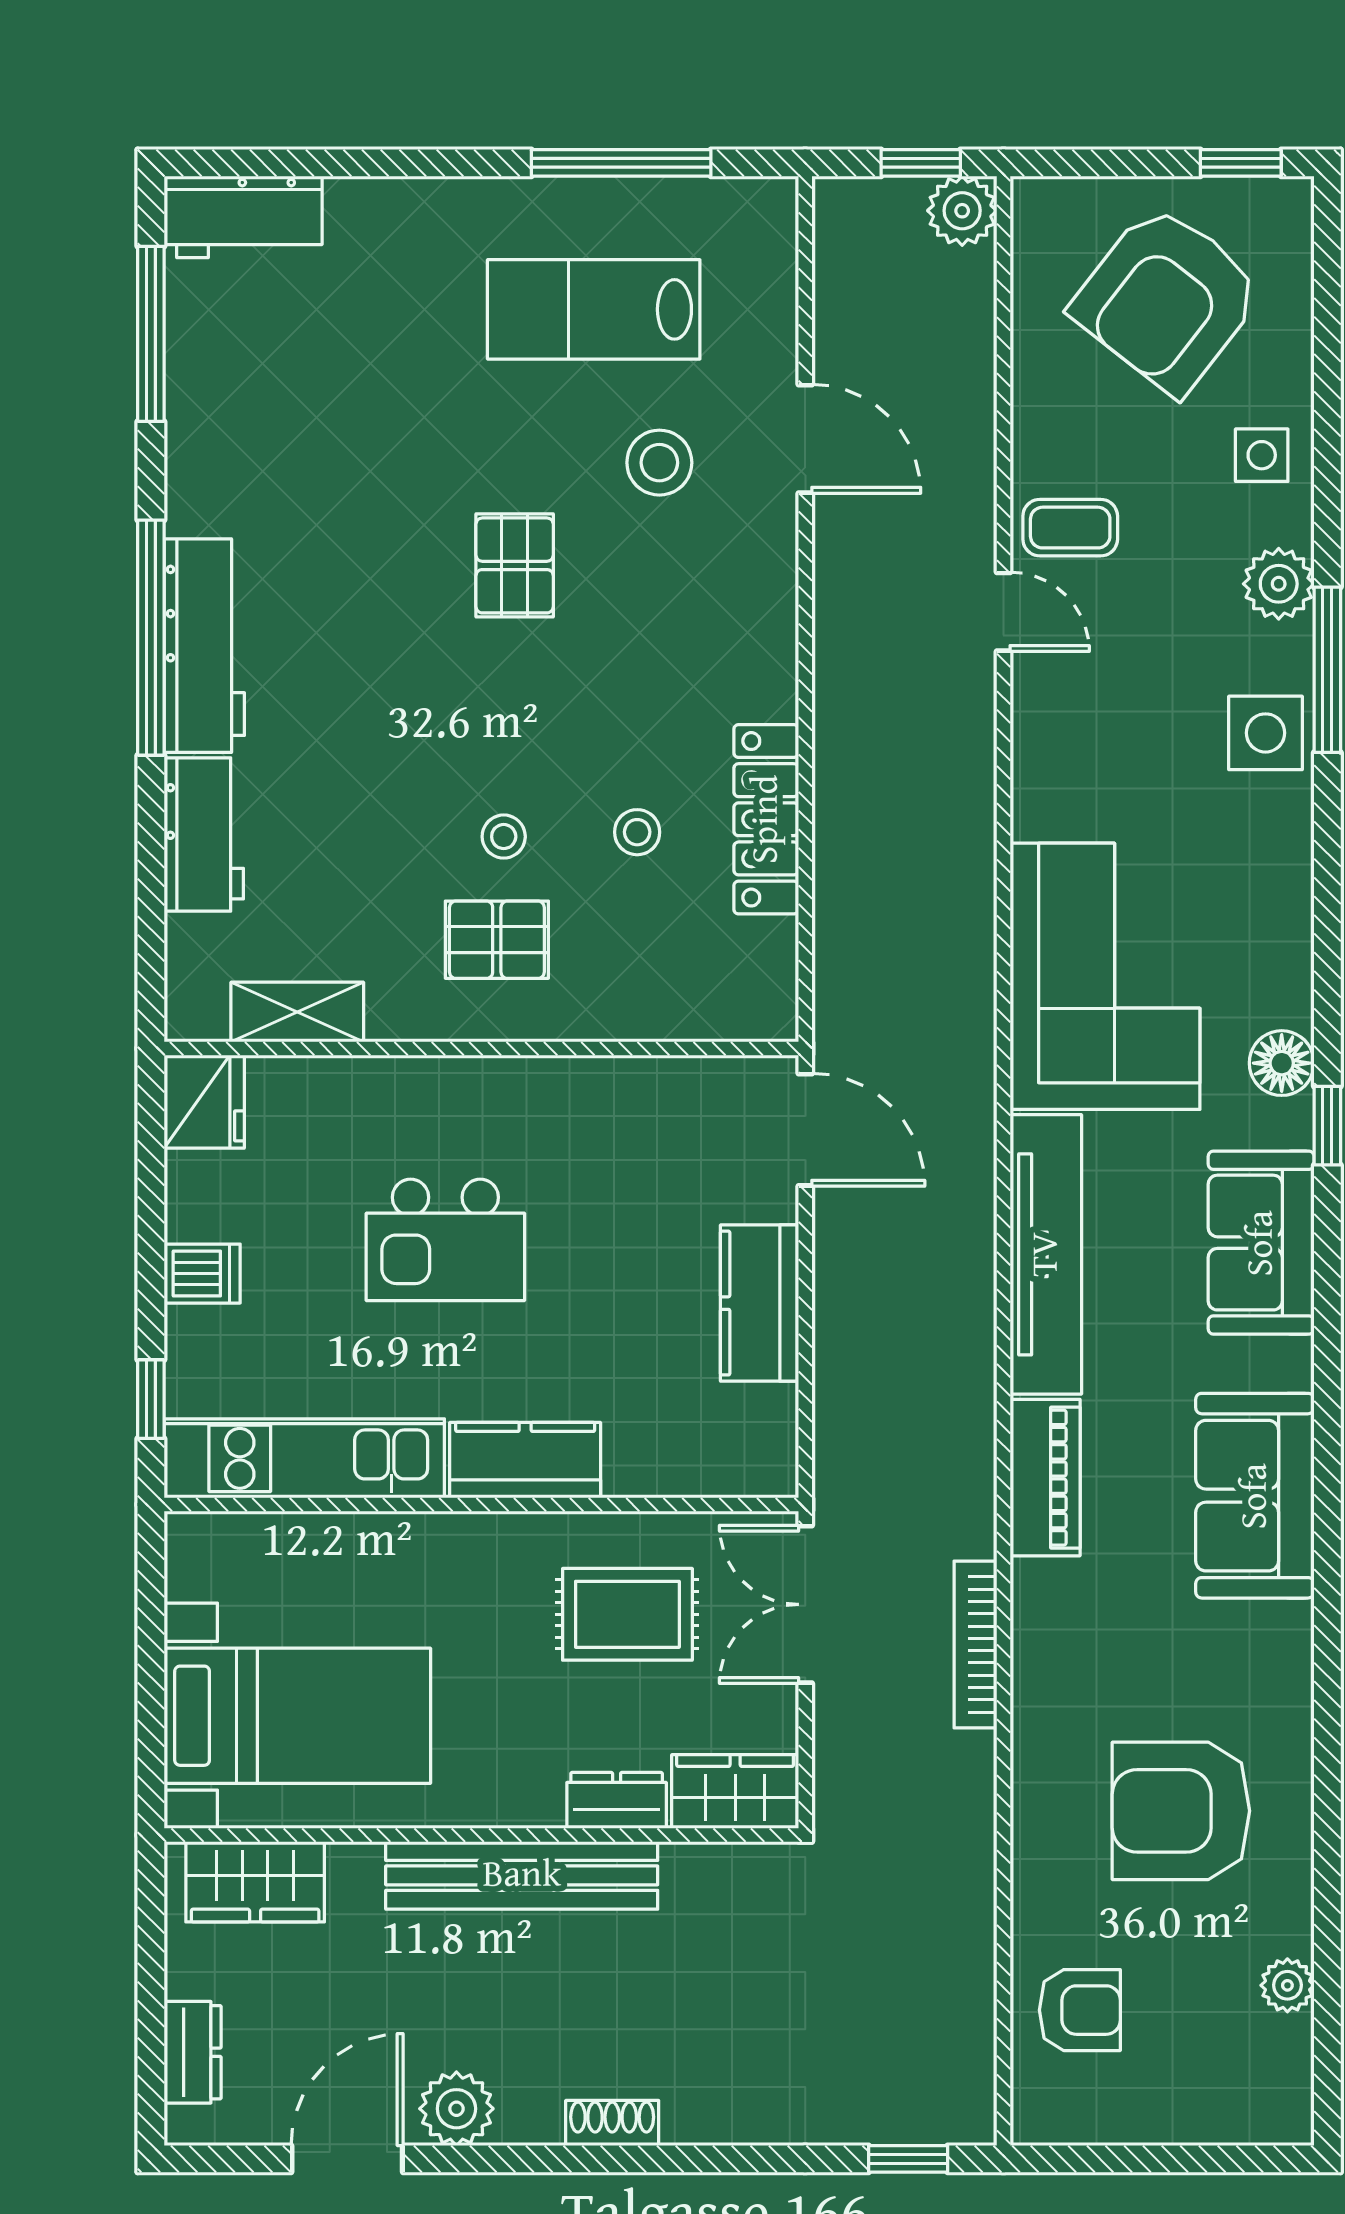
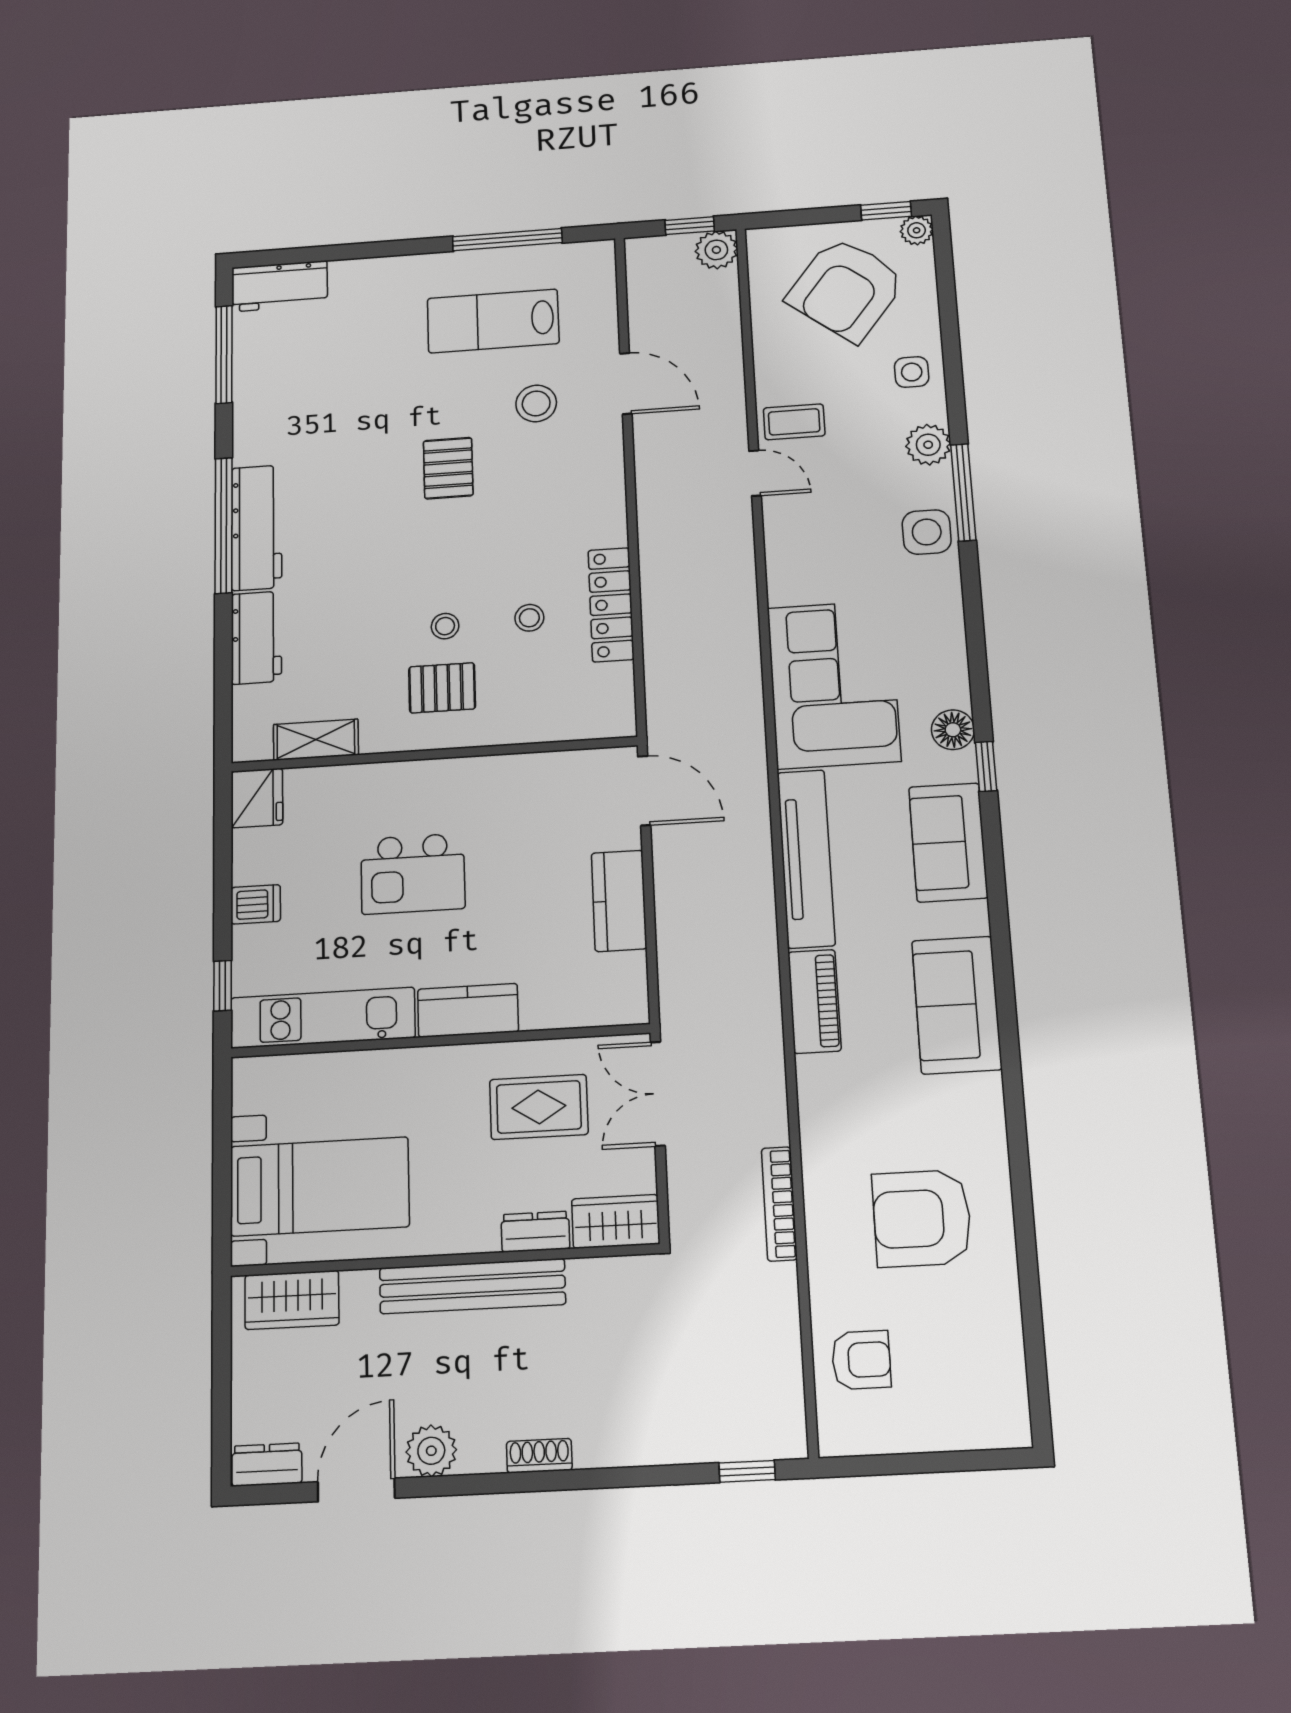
bookcase: (975, 1645) -> (779, 1204), moved
plant: (1287, 1985) -> (917, 230), moved
dresser: (193, 2052) -> (267, 1465), moved, turned -90

